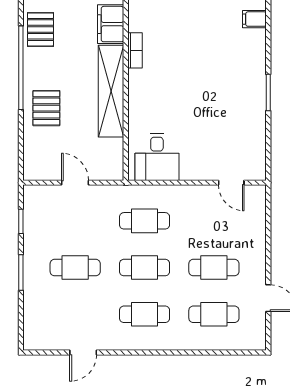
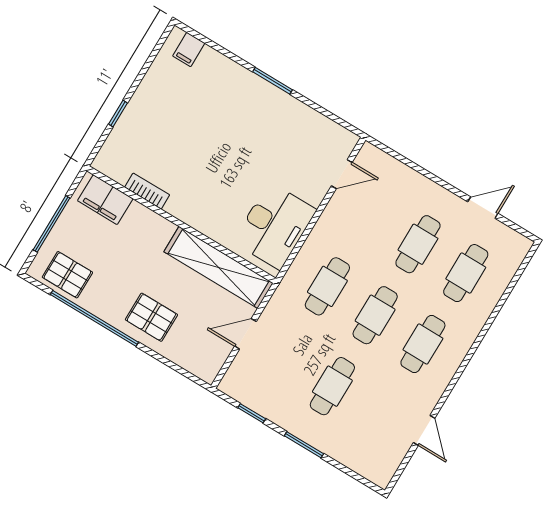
shelving: (111, 91) -> (218, 267), moved
desk: (157, 157) -> (275, 226), width x1.37

